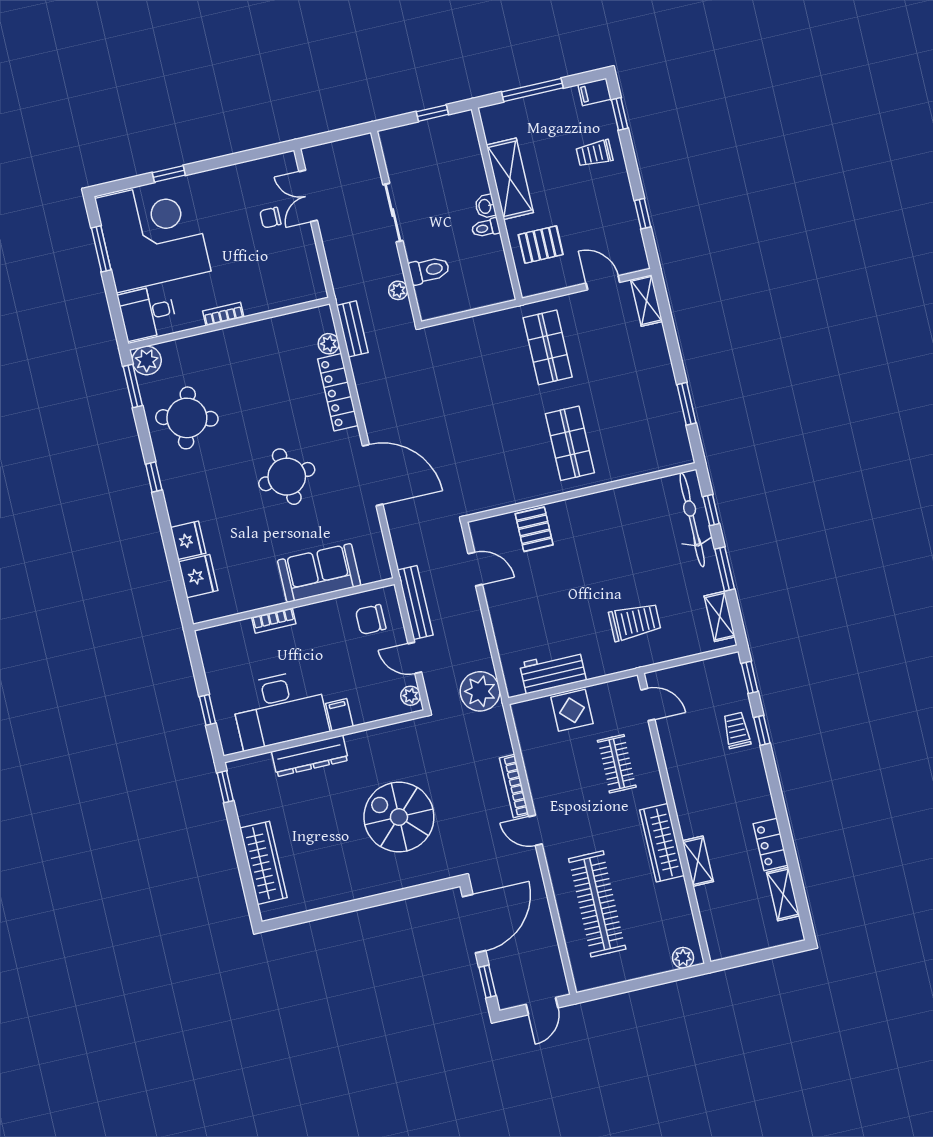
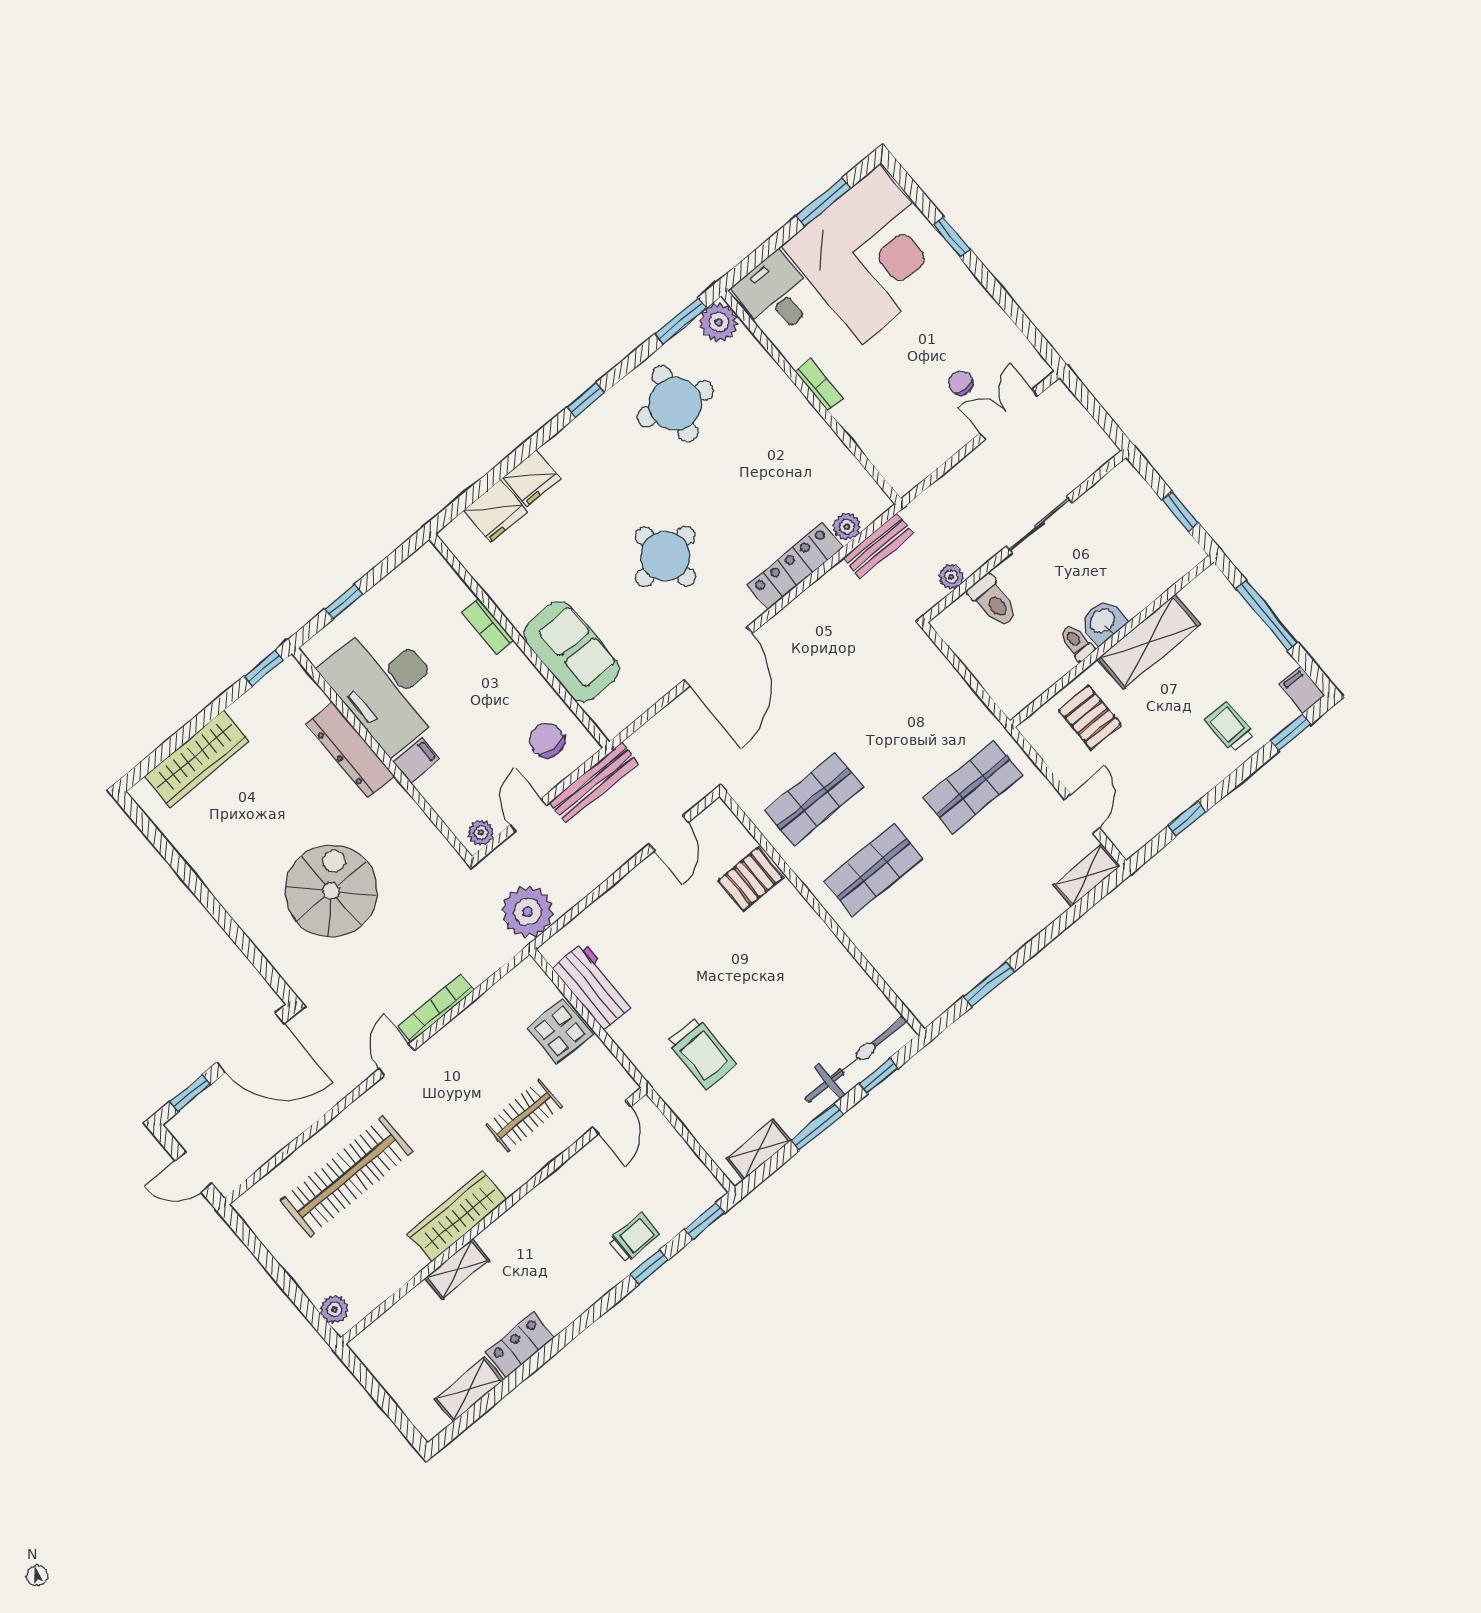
washbasin: (485, 206) -> (1103, 622), width x1.38, depth x1.45
shop shelf: (502, 459) -> (814, 799), added

